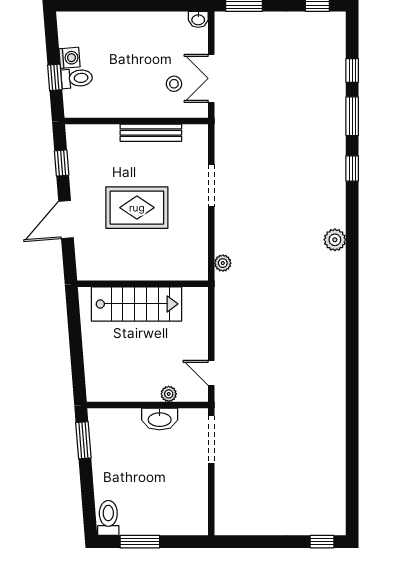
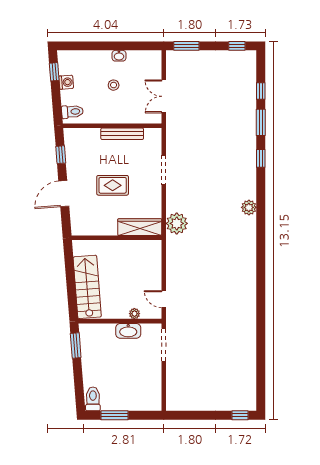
washbasin: (198, 19) -> (119, 56), moved
window: (55, 77) -> (54, 72), moved
toilet: (77, 78) -> (72, 112), moved
stool: (174, 84) -> (114, 85), moved
rug: (137, 208) -> (113, 185), width x0.73, depth x0.70
plant: (223, 263) -> (177, 223), width x1.87, depth x1.87
wardrobe: (176, 268) -> (140, 227), added
stairs: (136, 304) -> (87, 287), moved, turned -94

